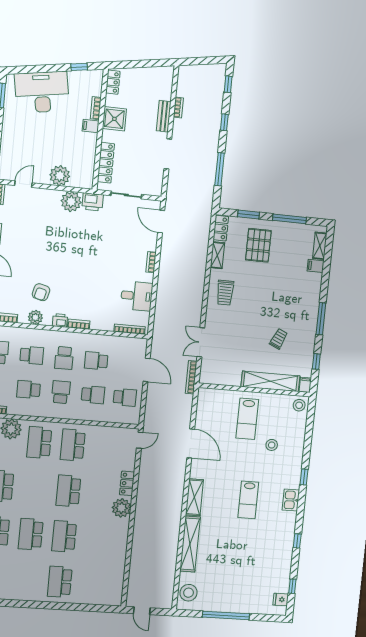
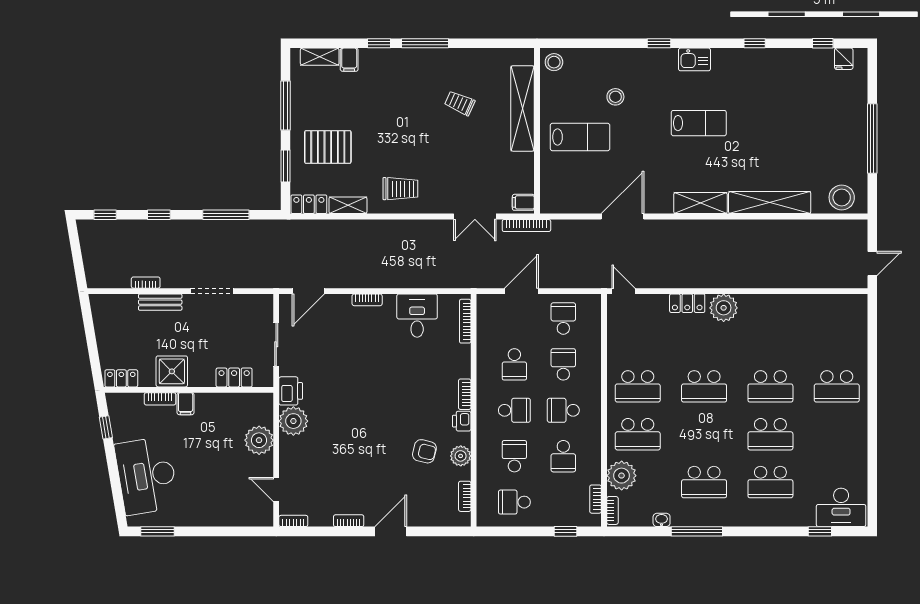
locker: (106, 163) -> (234, 377), width x0.66
window: (316, 361) -> (379, 43), moved
filing cabinet: (305, 385) -> (523, 202), moved

